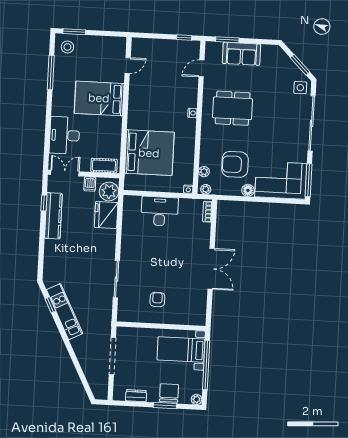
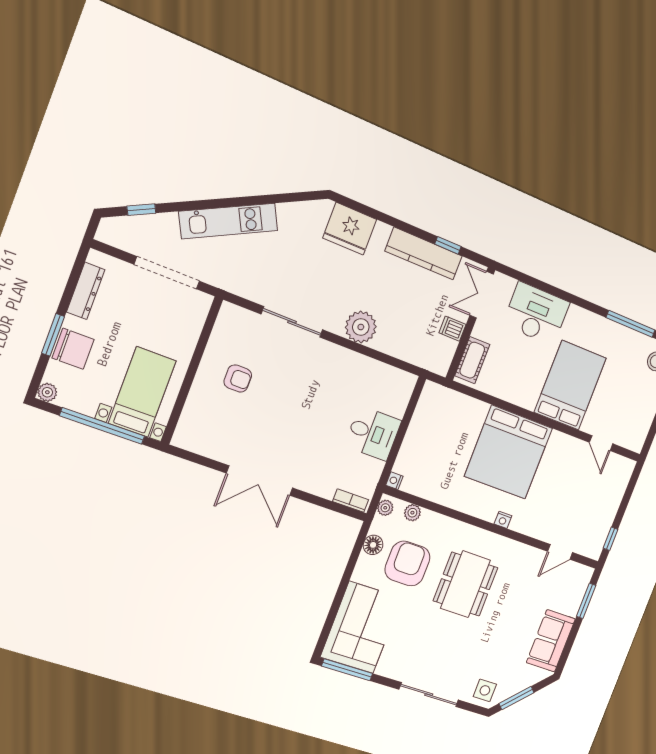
sofa: (241, 54) -> (551, 641), moved
door: (202, 68) -> (560, 552), swing flipped
dining table: (233, 108) -> (466, 584), moved
sliding door: (312, 123) -> (429, 695), width x0.73
bed: (149, 153) -> (508, 452), moved
double door: (65, 173) -> (482, 295), swing flipped
floor lamp: (248, 190) -> (373, 545), moved
plant: (109, 191) -> (361, 327), moved
desk: (160, 211) -> (373, 433), width x0.73
fridge: (106, 215) -> (350, 229), moved, turned 180
window: (50, 305) -> (141, 210), moved
kitchen unit: (65, 312) -> (229, 221), moved
dresser: (136, 396) -> (86, 291), width x1.44

